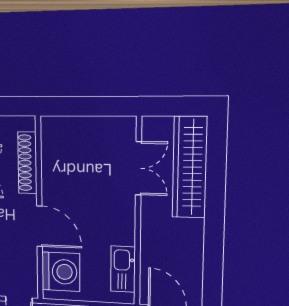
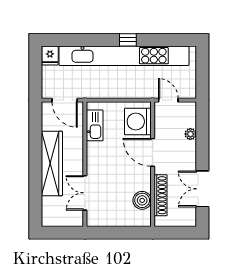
boiler: (54, 156) -> (142, 200), added
wardrobe: (190, 167) -> (52, 163), moved

